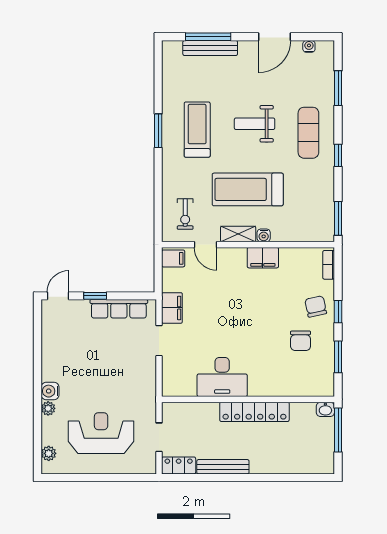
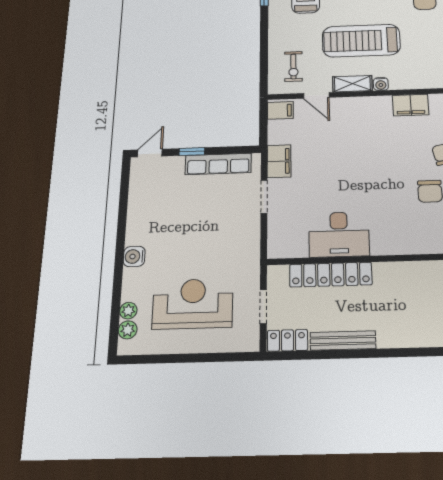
filing cabinet: (263, 258) -> (411, 105), moved
plant: (48, 408) -> (128, 311), moved
locker: (254, 412) -> (331, 275), moved

